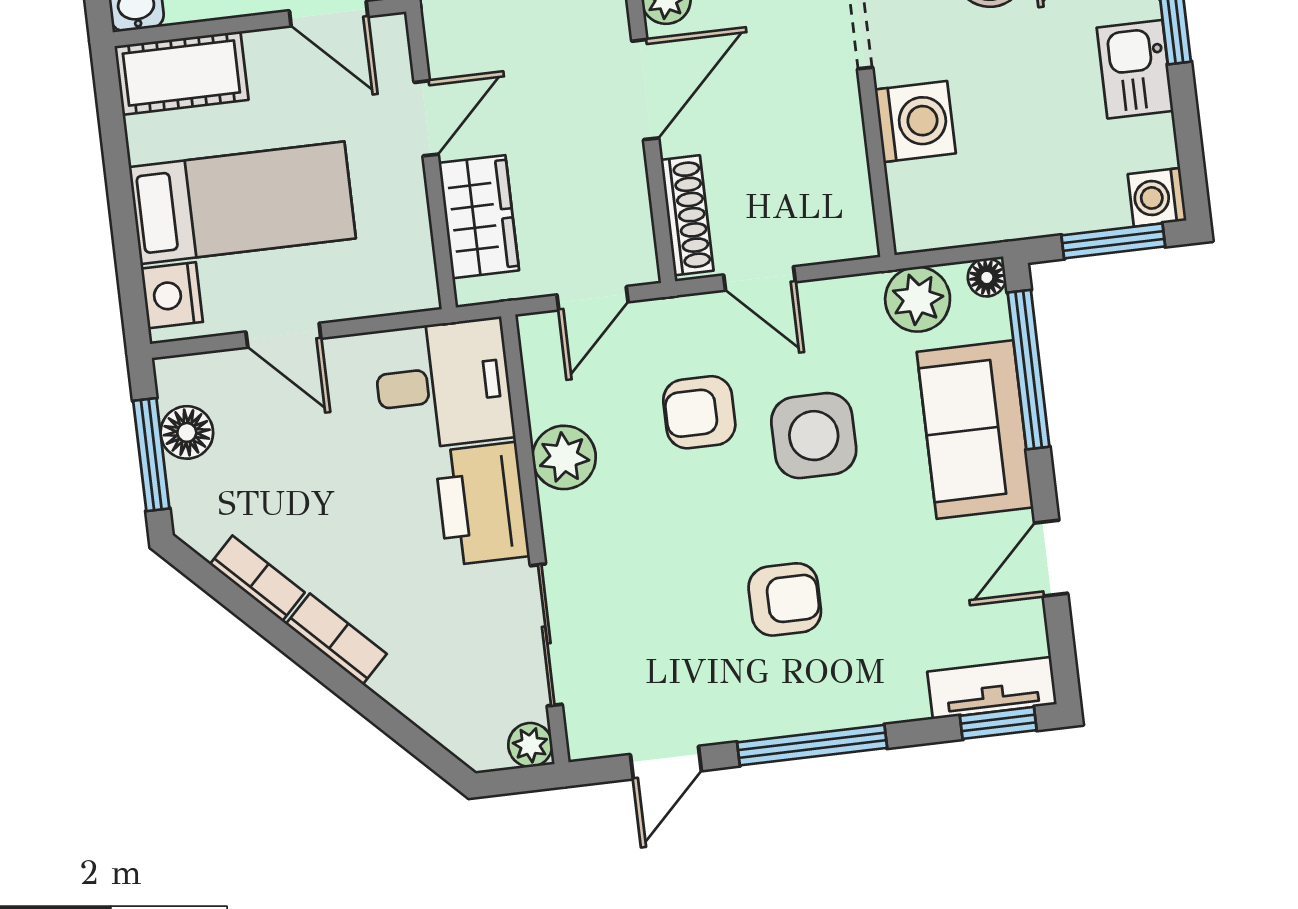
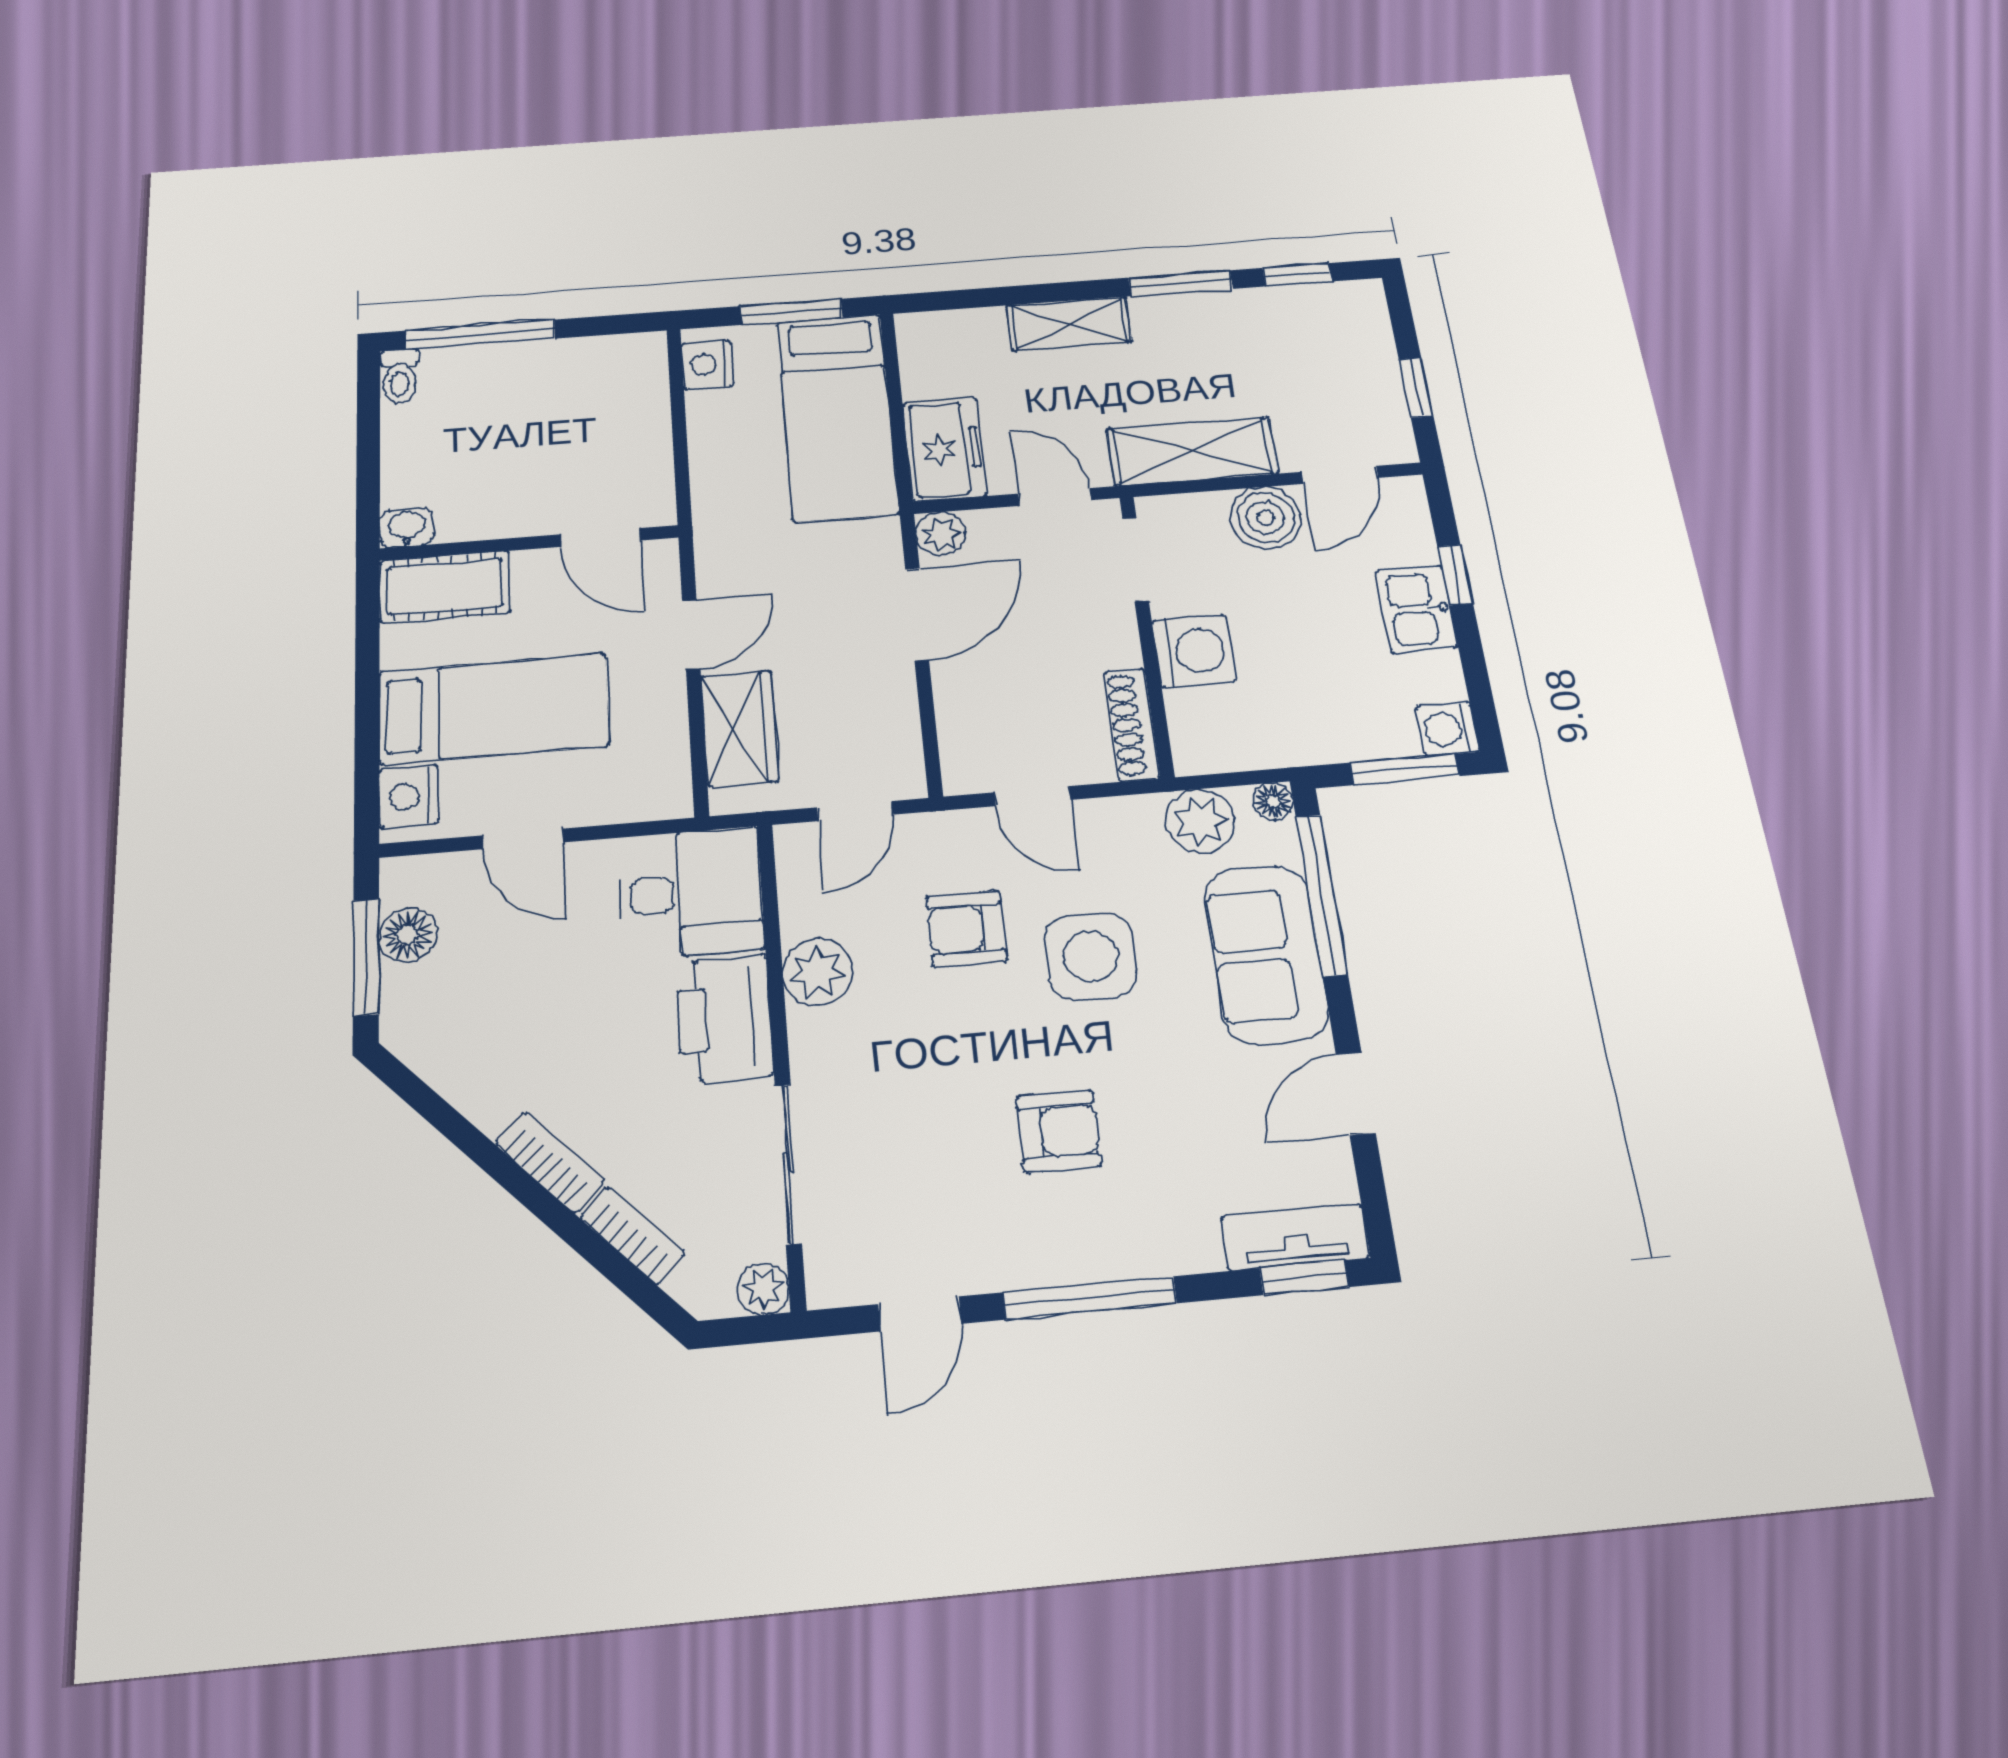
shoe rack: (687, 215) -> (1132, 724), moved, turned 180
bookcase: (257, 578) -> (633, 1235), moved

